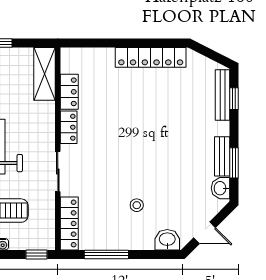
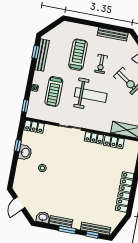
window: (234, 163) -> (67, 230), moved
locker: (69, 223) -> (34, 127), width x0.66
washbasin: (167, 240) -> (25, 152), moved
window: (106, 254) -> (18, 146), width x0.46

